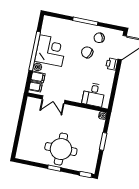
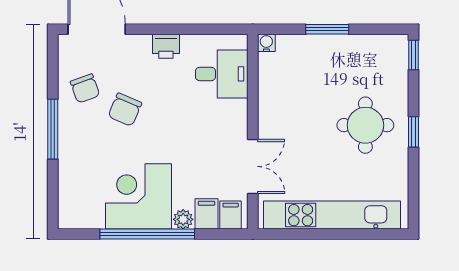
printer: (112, 64) -> (166, 46), moved
kitchen unit: (27, 128) -> (332, 215), added
round table: (61, 149) -> (365, 125), width x0.73, depth x0.73

